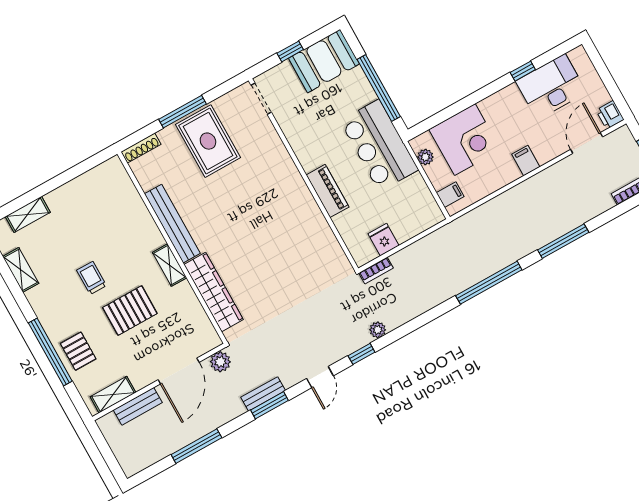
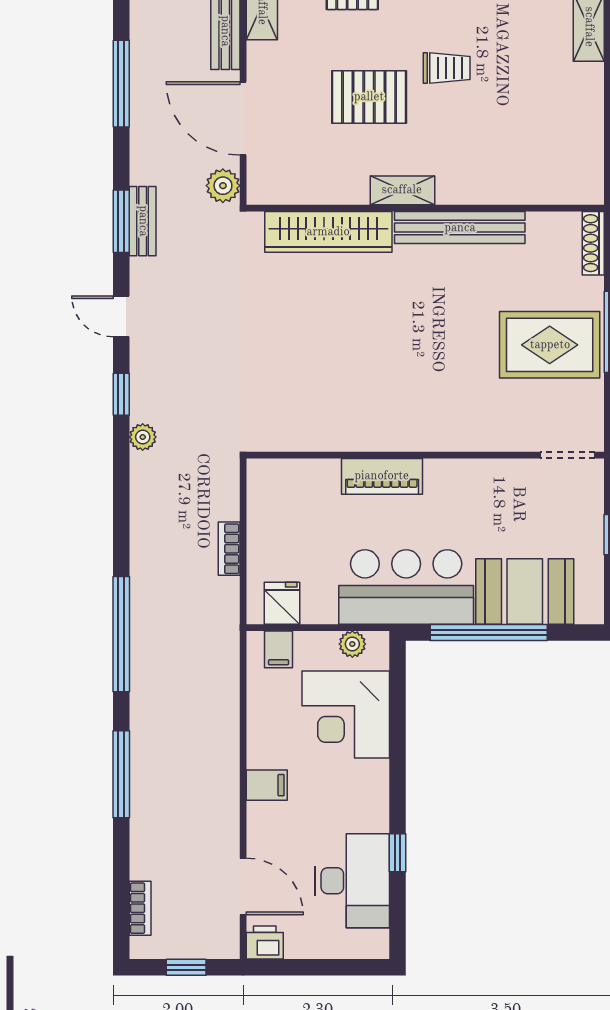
booth: (324, 61) -> (525, 591), moved, turned 90
fridge: (383, 240) -> (282, 603), moved, turned -90
bookcase: (376, 270) -> (229, 549), moved
pallet: (130, 311) -> (369, 97), turned 90

